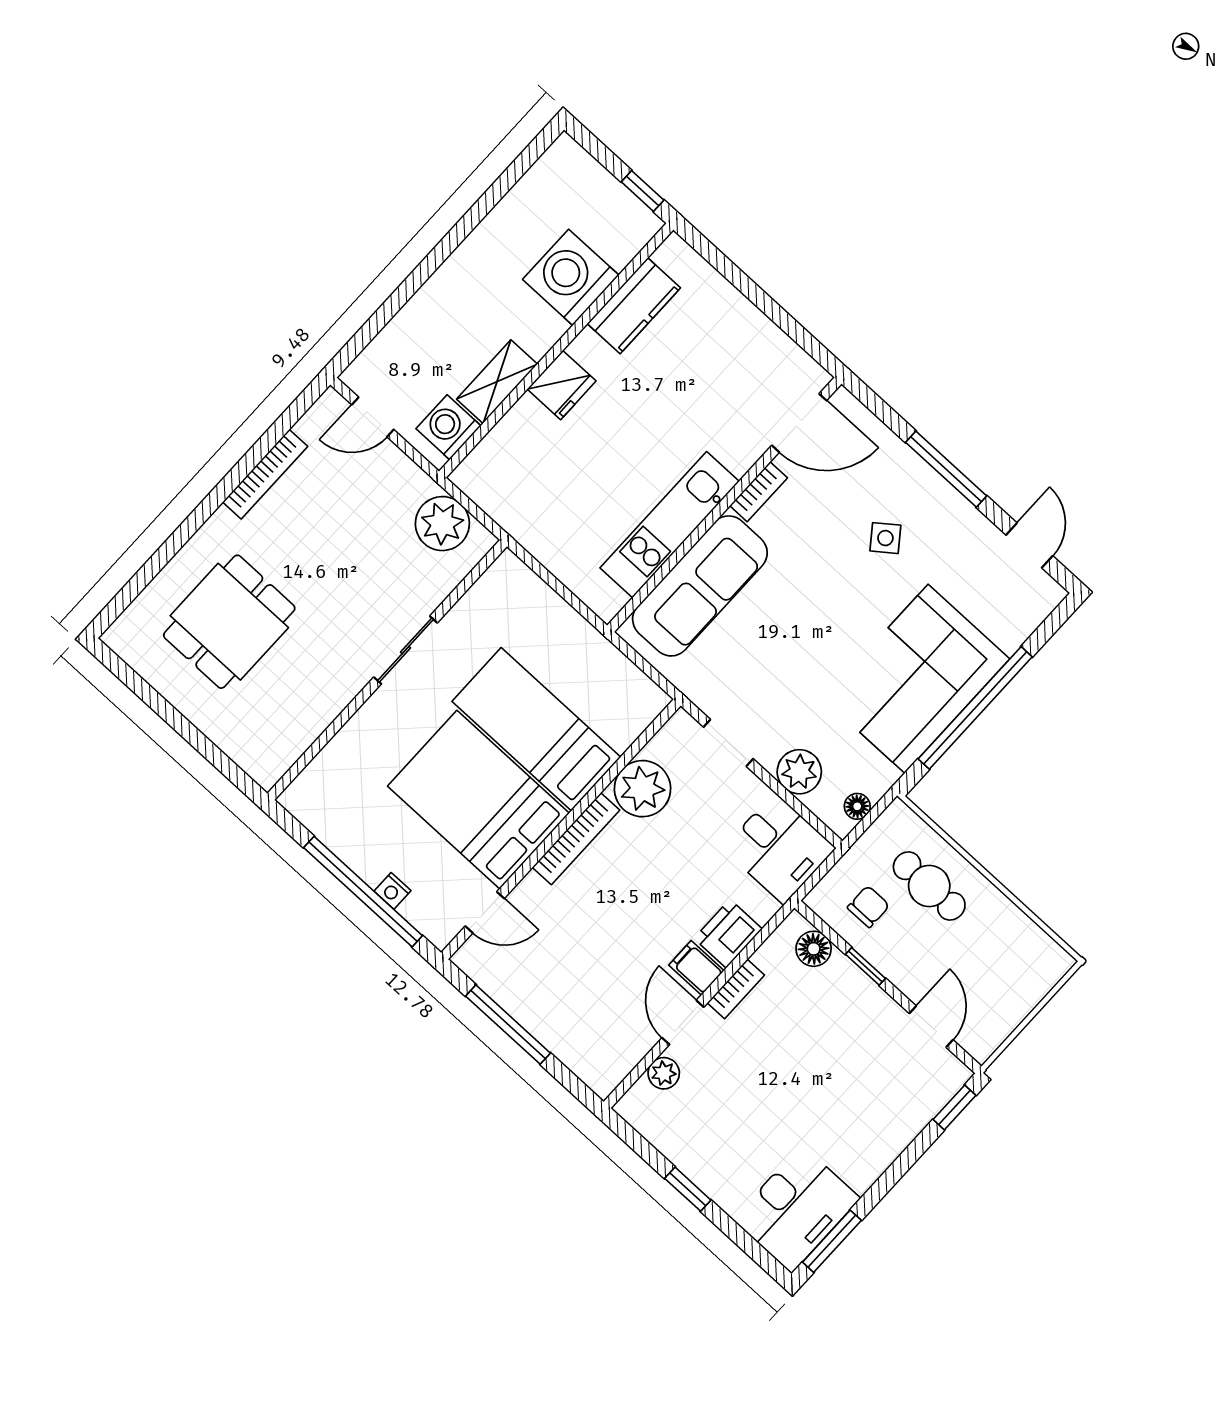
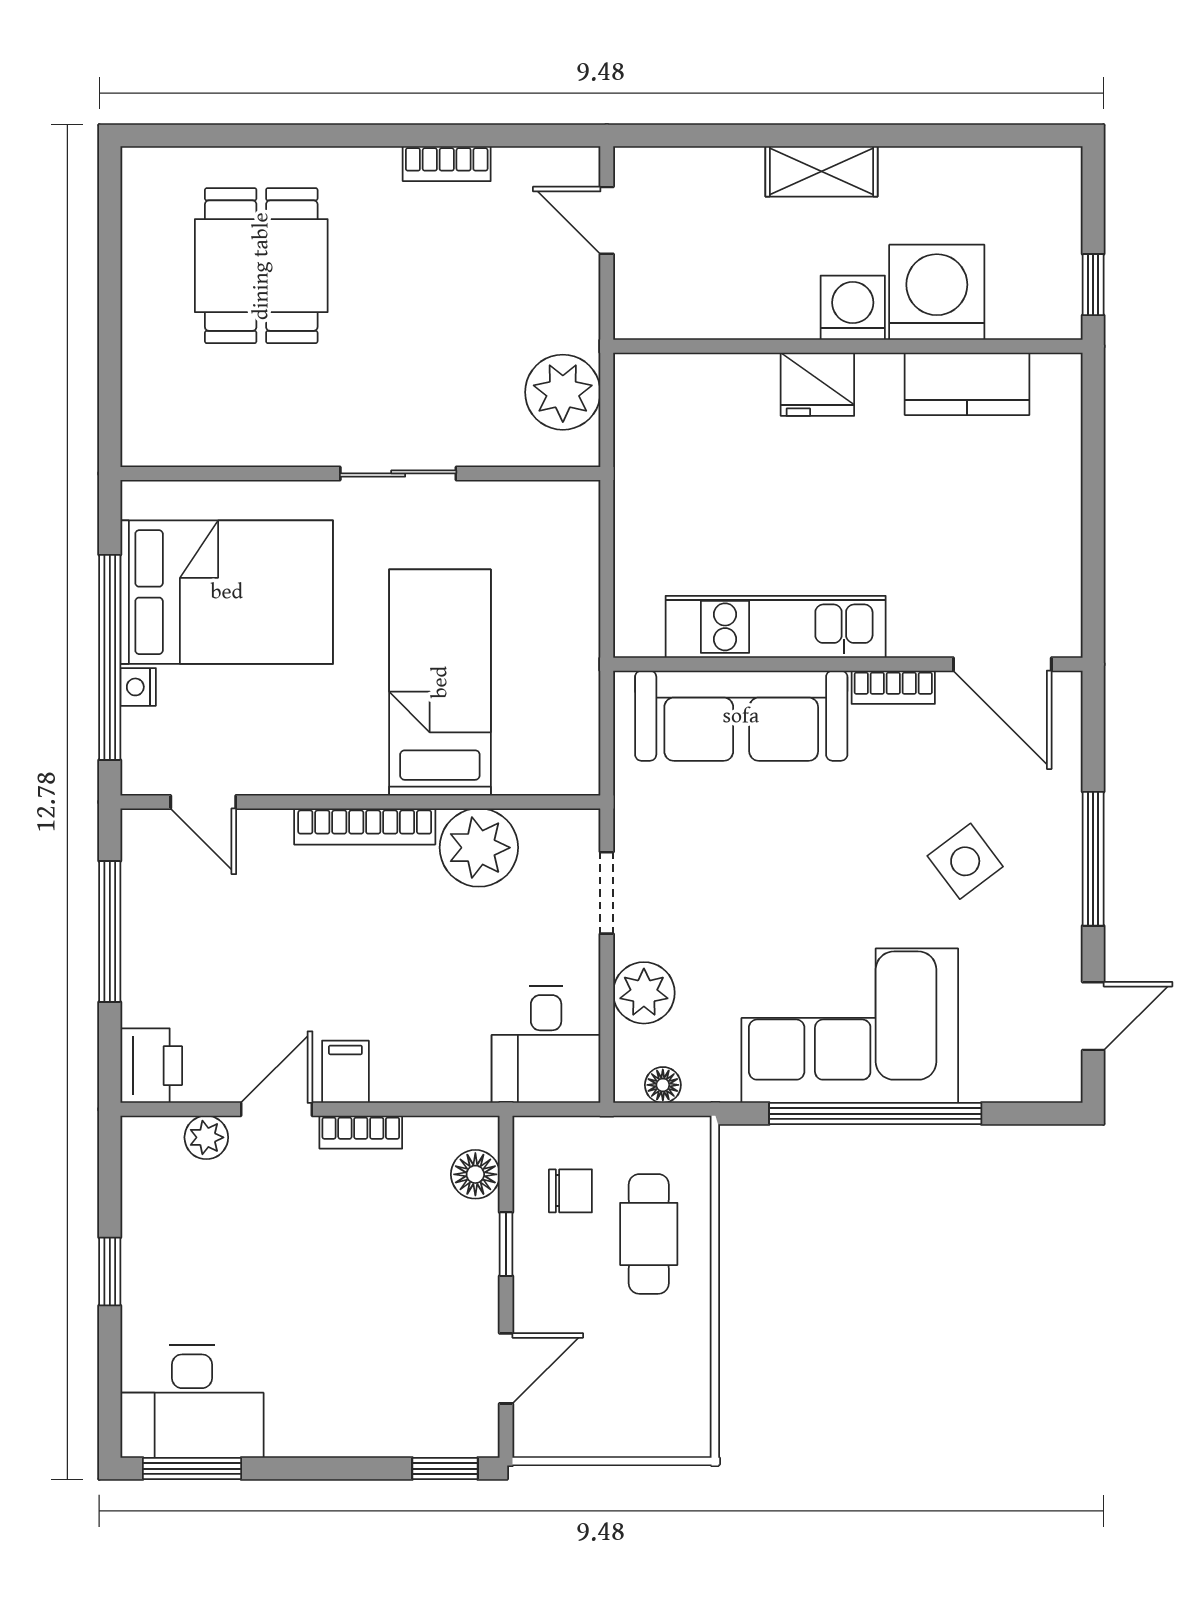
shelving: (497, 382) -> (821, 171), moved
washing machine: (448, 427) -> (853, 308), moved
bookcase: (265, 474) -> (447, 164), width x0.64
side table: (885, 538) -> (965, 861), width x1.37, depth x1.37
dining table: (229, 622) -> (261, 266), turned 90
bed: (478, 800) -> (227, 592), moved, turned 90
printer: (728, 934) -> (151, 1066), moved, turned 90

